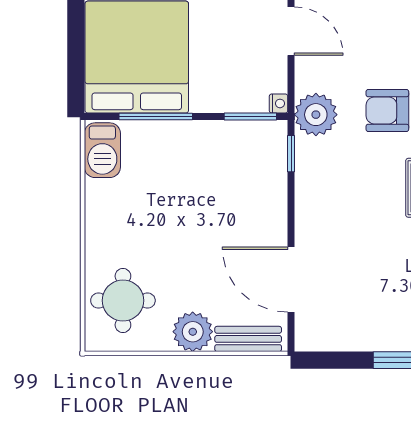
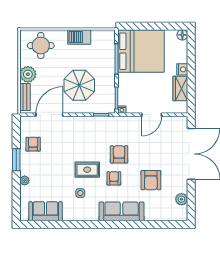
plant: (316, 115) -> (117, 125), removed
barbecue: (102, 150) -> (79, 37), moved
parasol: (220, 207) -> (79, 85), added
armchair: (362, 319) -> (33, 144), added

